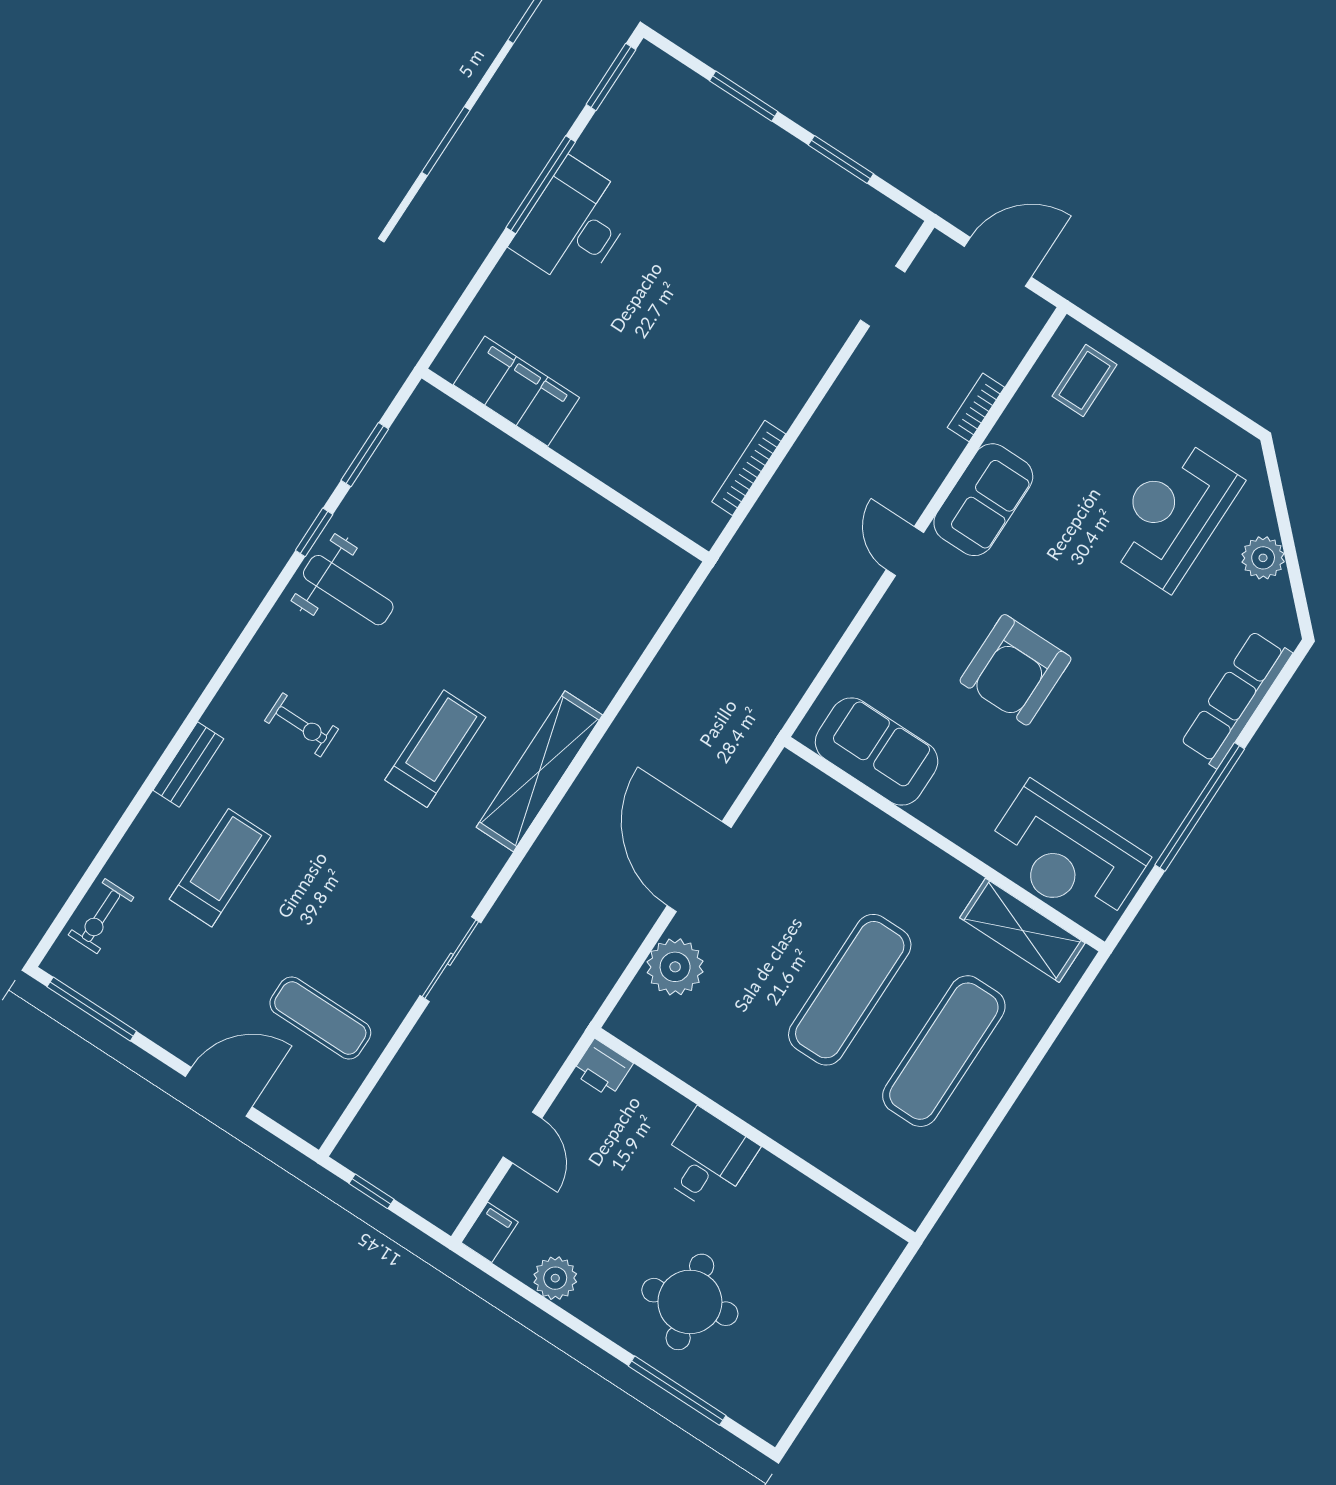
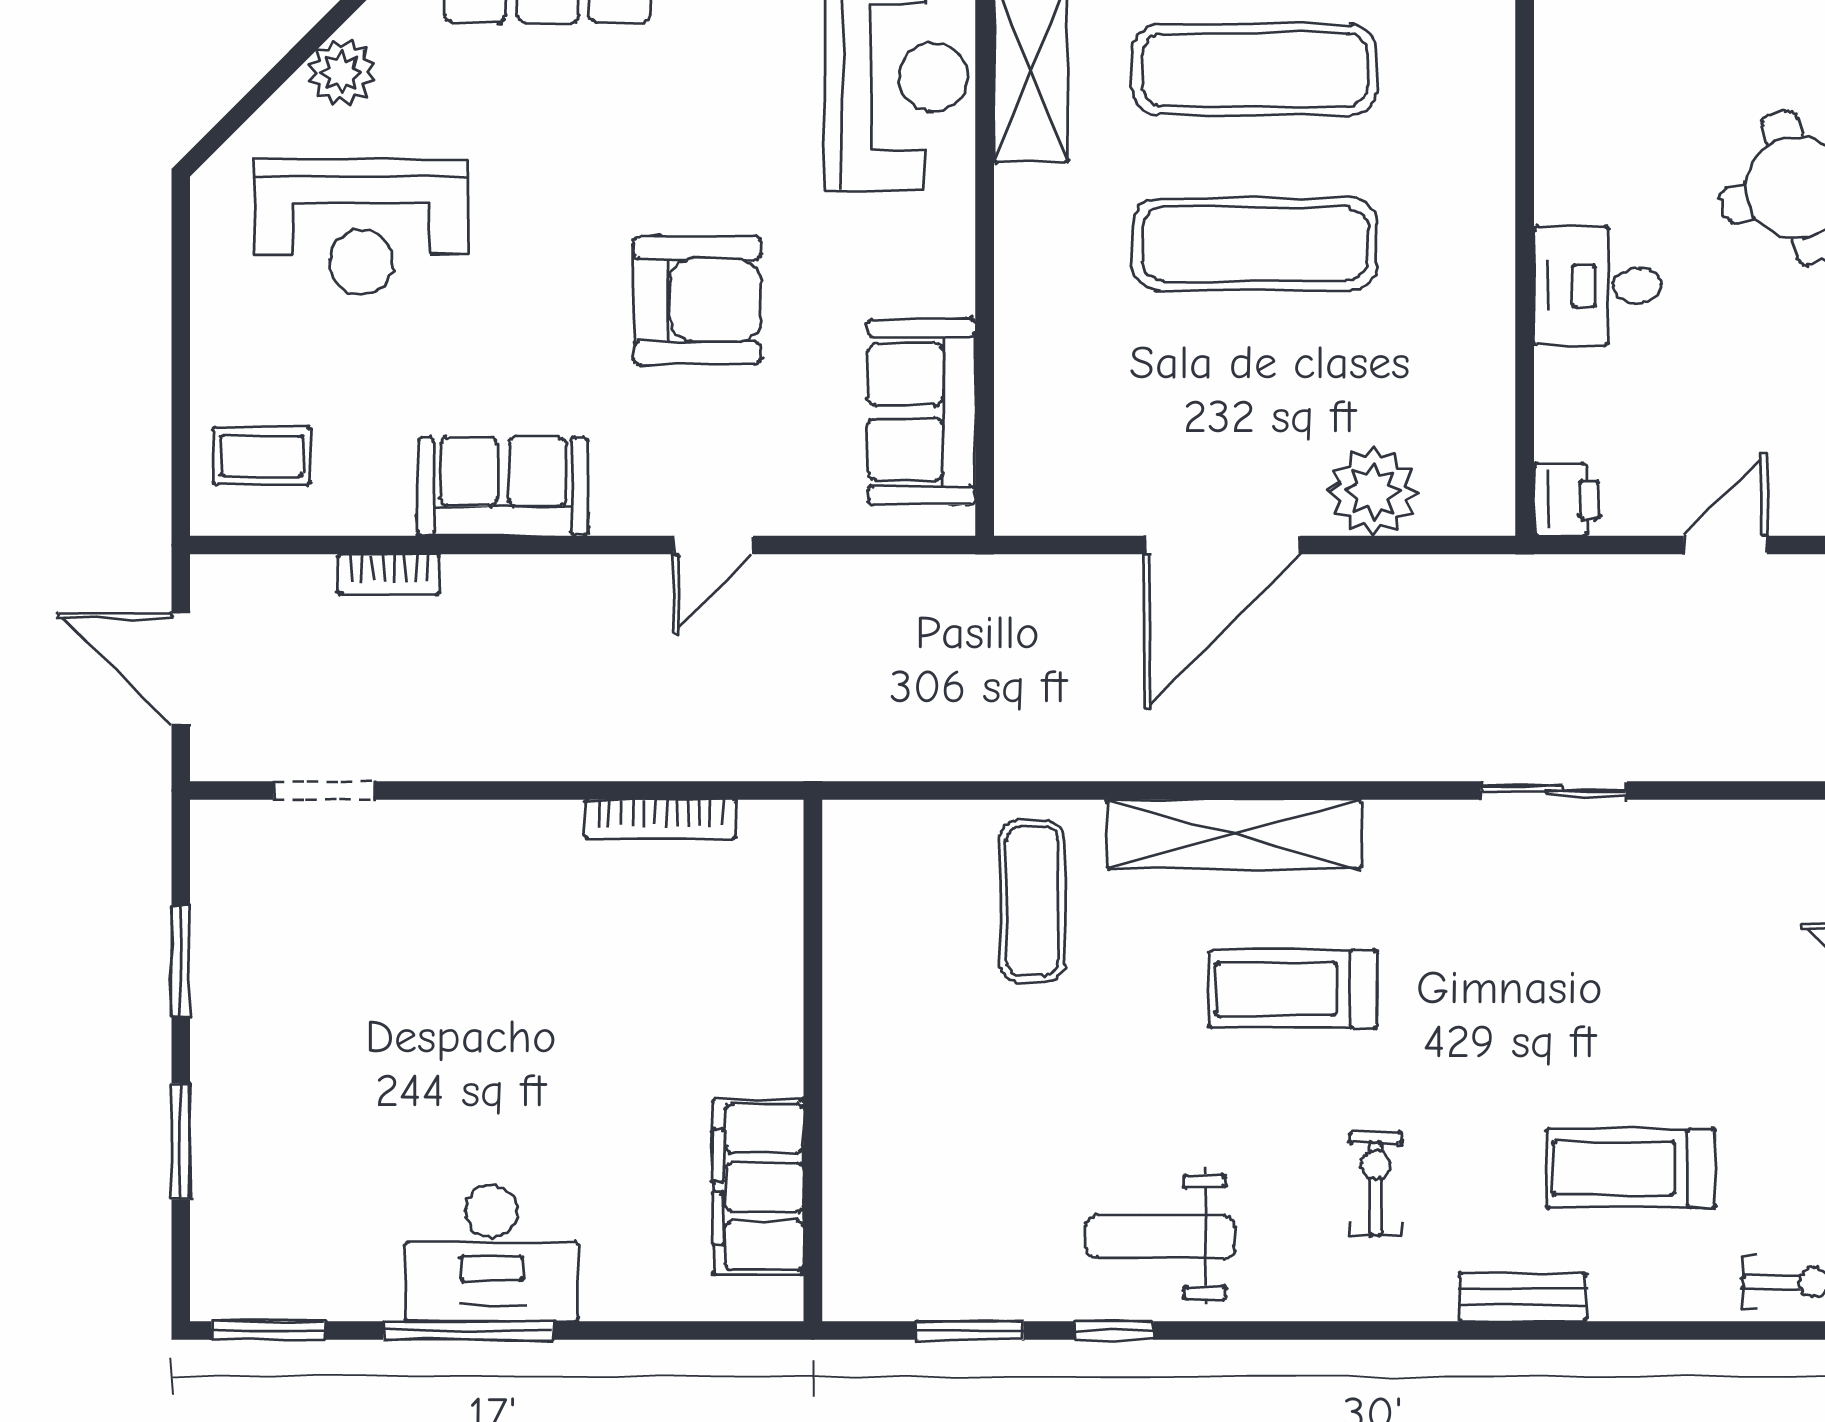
door: (905, 551) -> (713, 545), moved
weight bench: (348, 590) -> (1160, 1237), turned -90
exercise mat: (320, 1018) -> (1032, 901), moved

